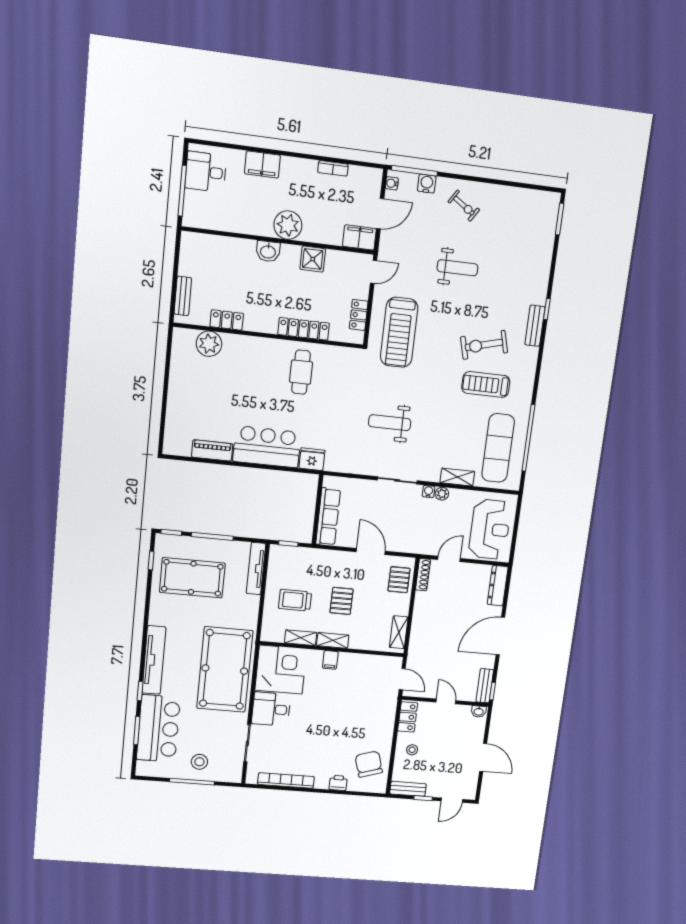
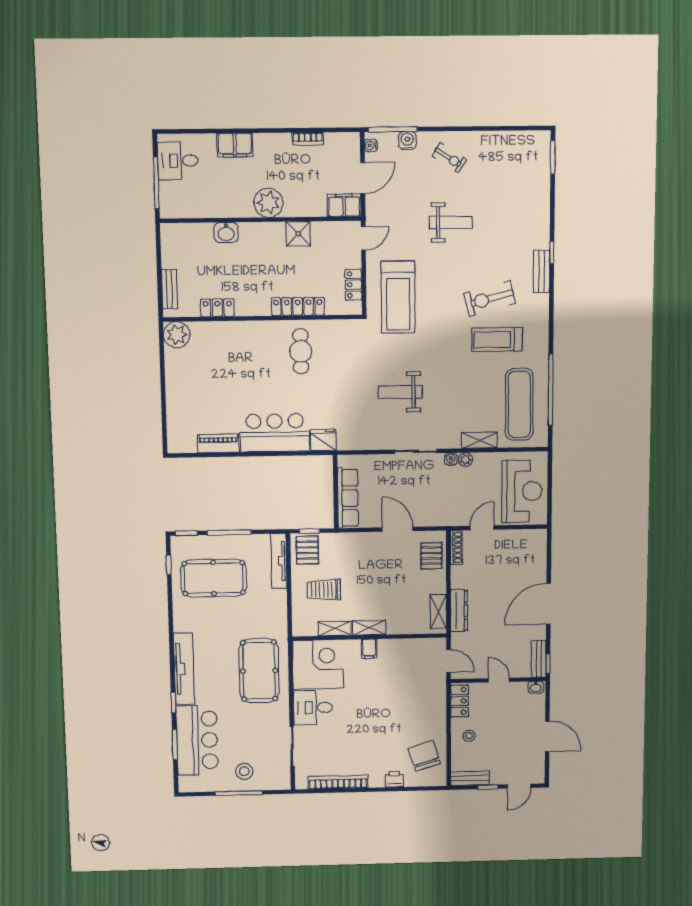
washbasin: (268, 251) -> (226, 233), moved
plant: (209, 344) -> (177, 335), moved
dresser: (498, 586) -> (459, 611), moved, turned 180
pallet: (342, 601) -> (307, 550), moved
pool table: (225, 670) -> (259, 671), width x0.73, depth x0.76

